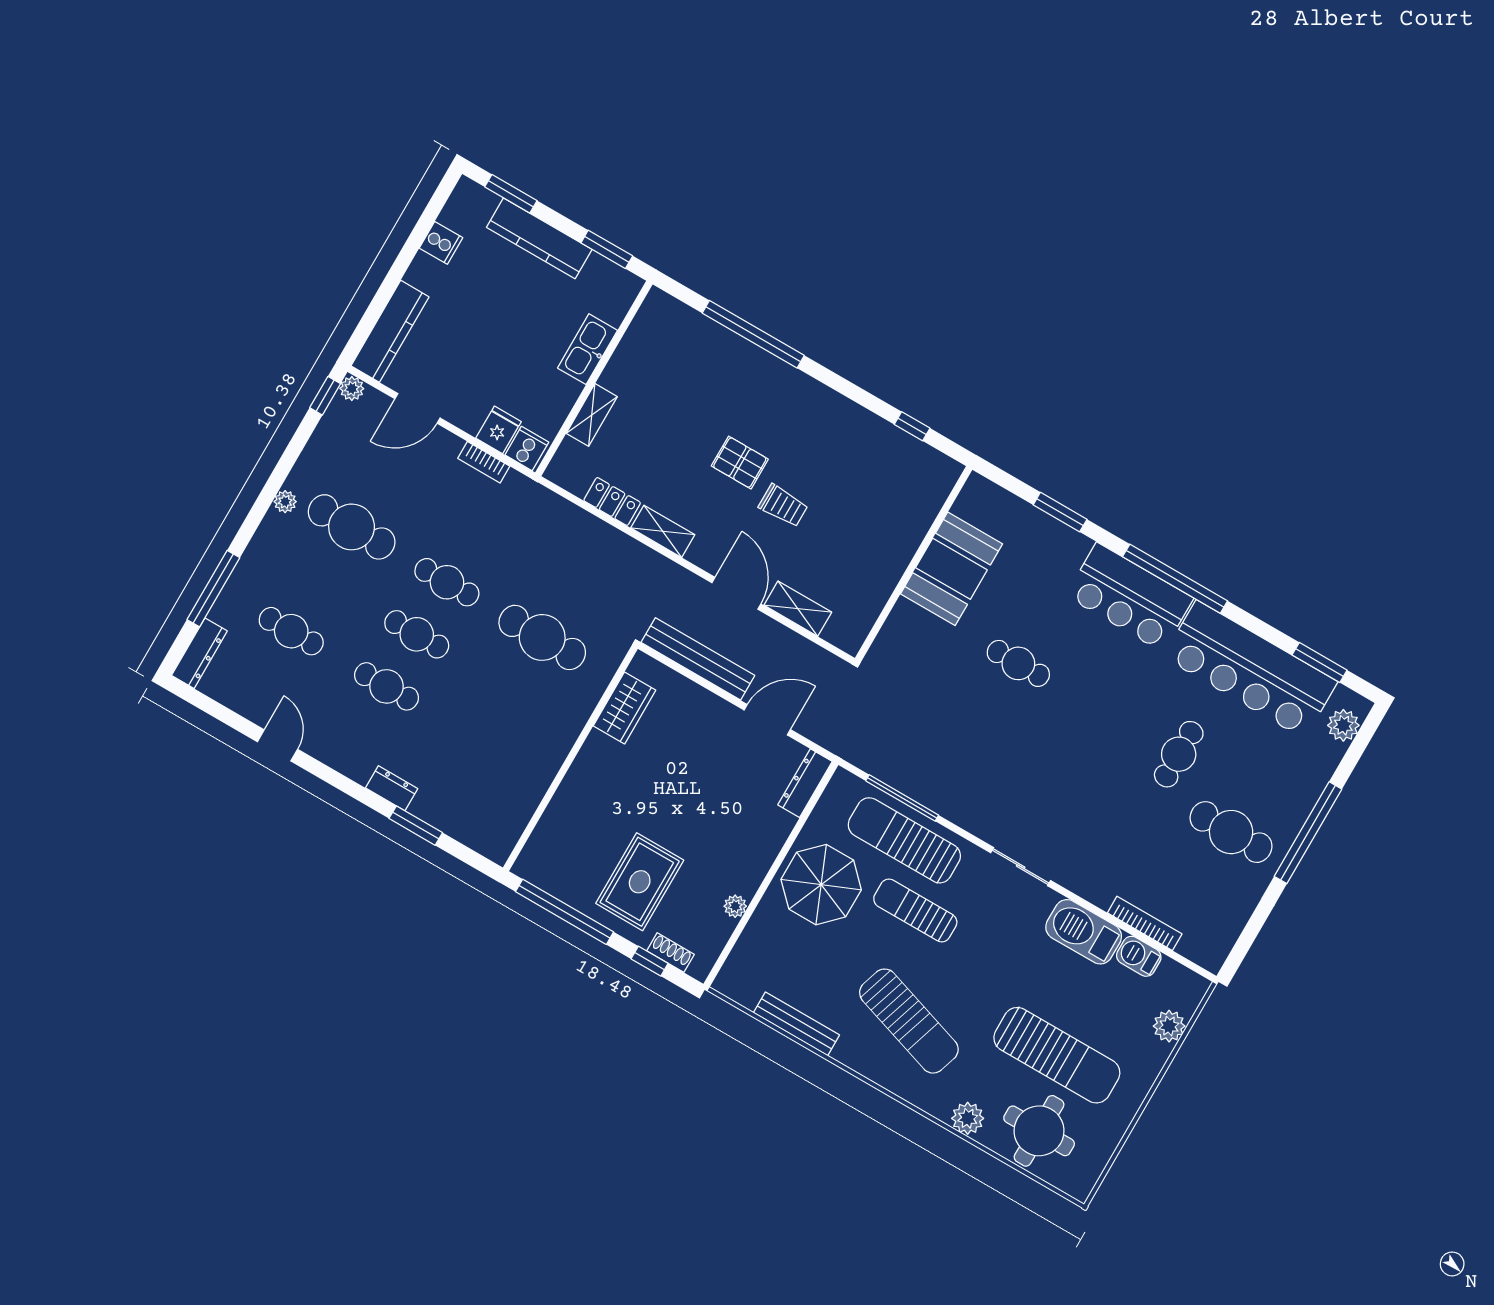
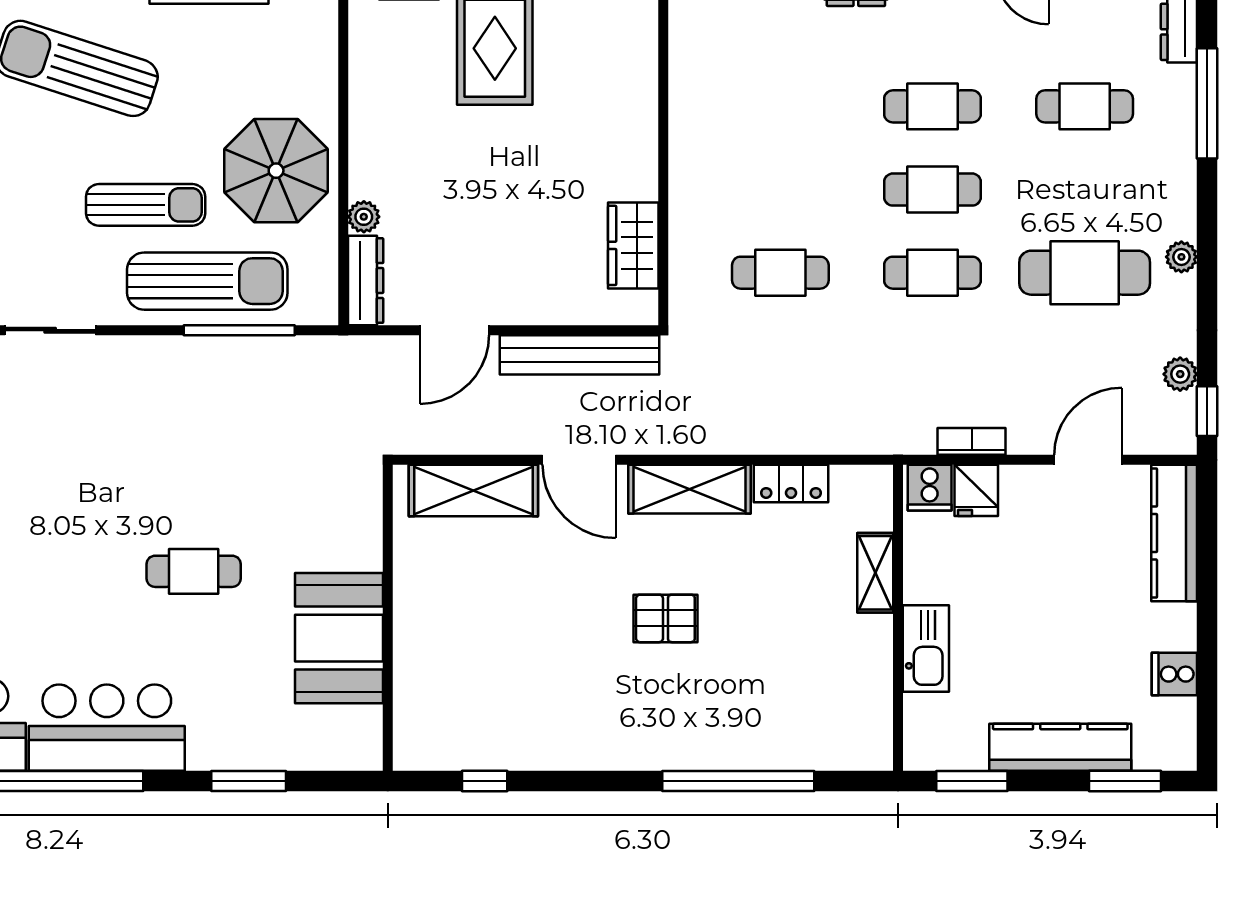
plant: (352, 389) -> (1180, 374), moved
trolley: (783, 506) -> (584, 597), removed
shelving: (663, 531) -> (689, 489), width x1.50, depth x1.33
shelving: (798, 609) -> (473, 491), width x1.50, depth x1.33
cafe table: (542, 637) -> (780, 273), width x0.73, depth x0.74
plant: (735, 906) -> (364, 217), moved

